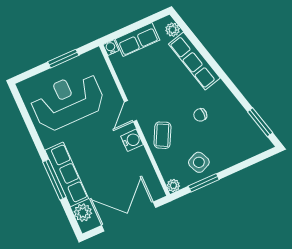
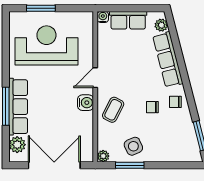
window: (63, 59) -> (41, 8), moved
chair: (221, 100) -> (175, 102), added

